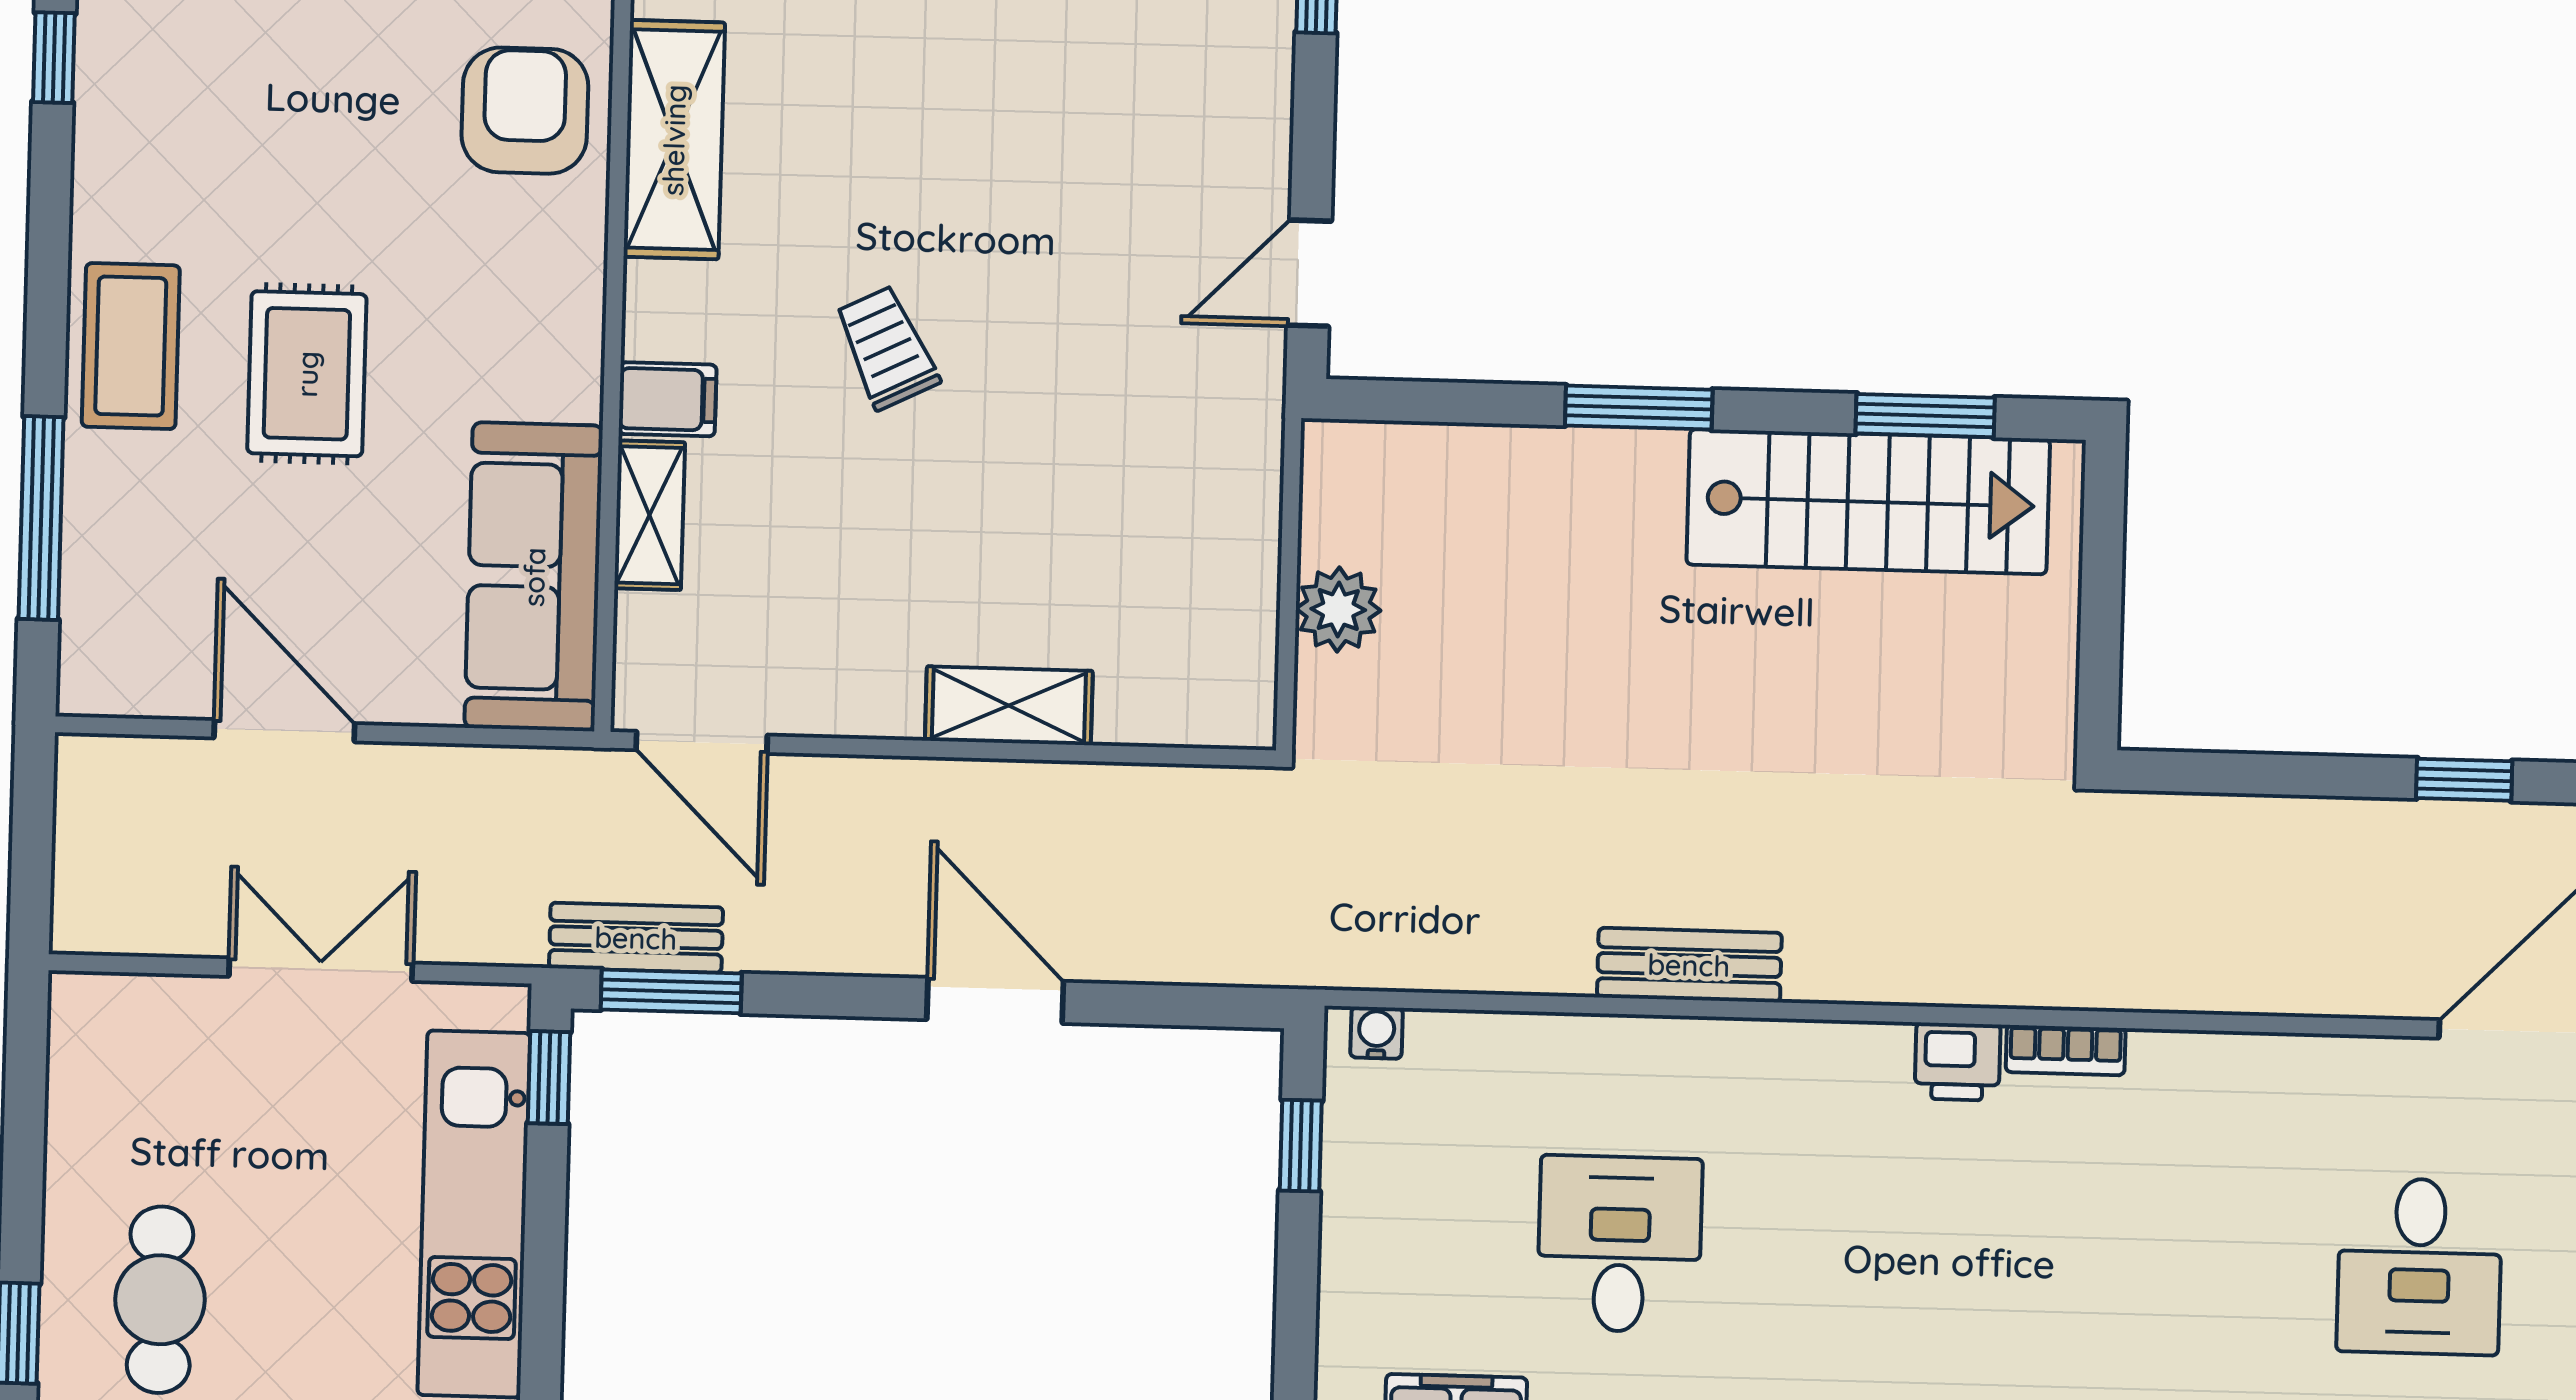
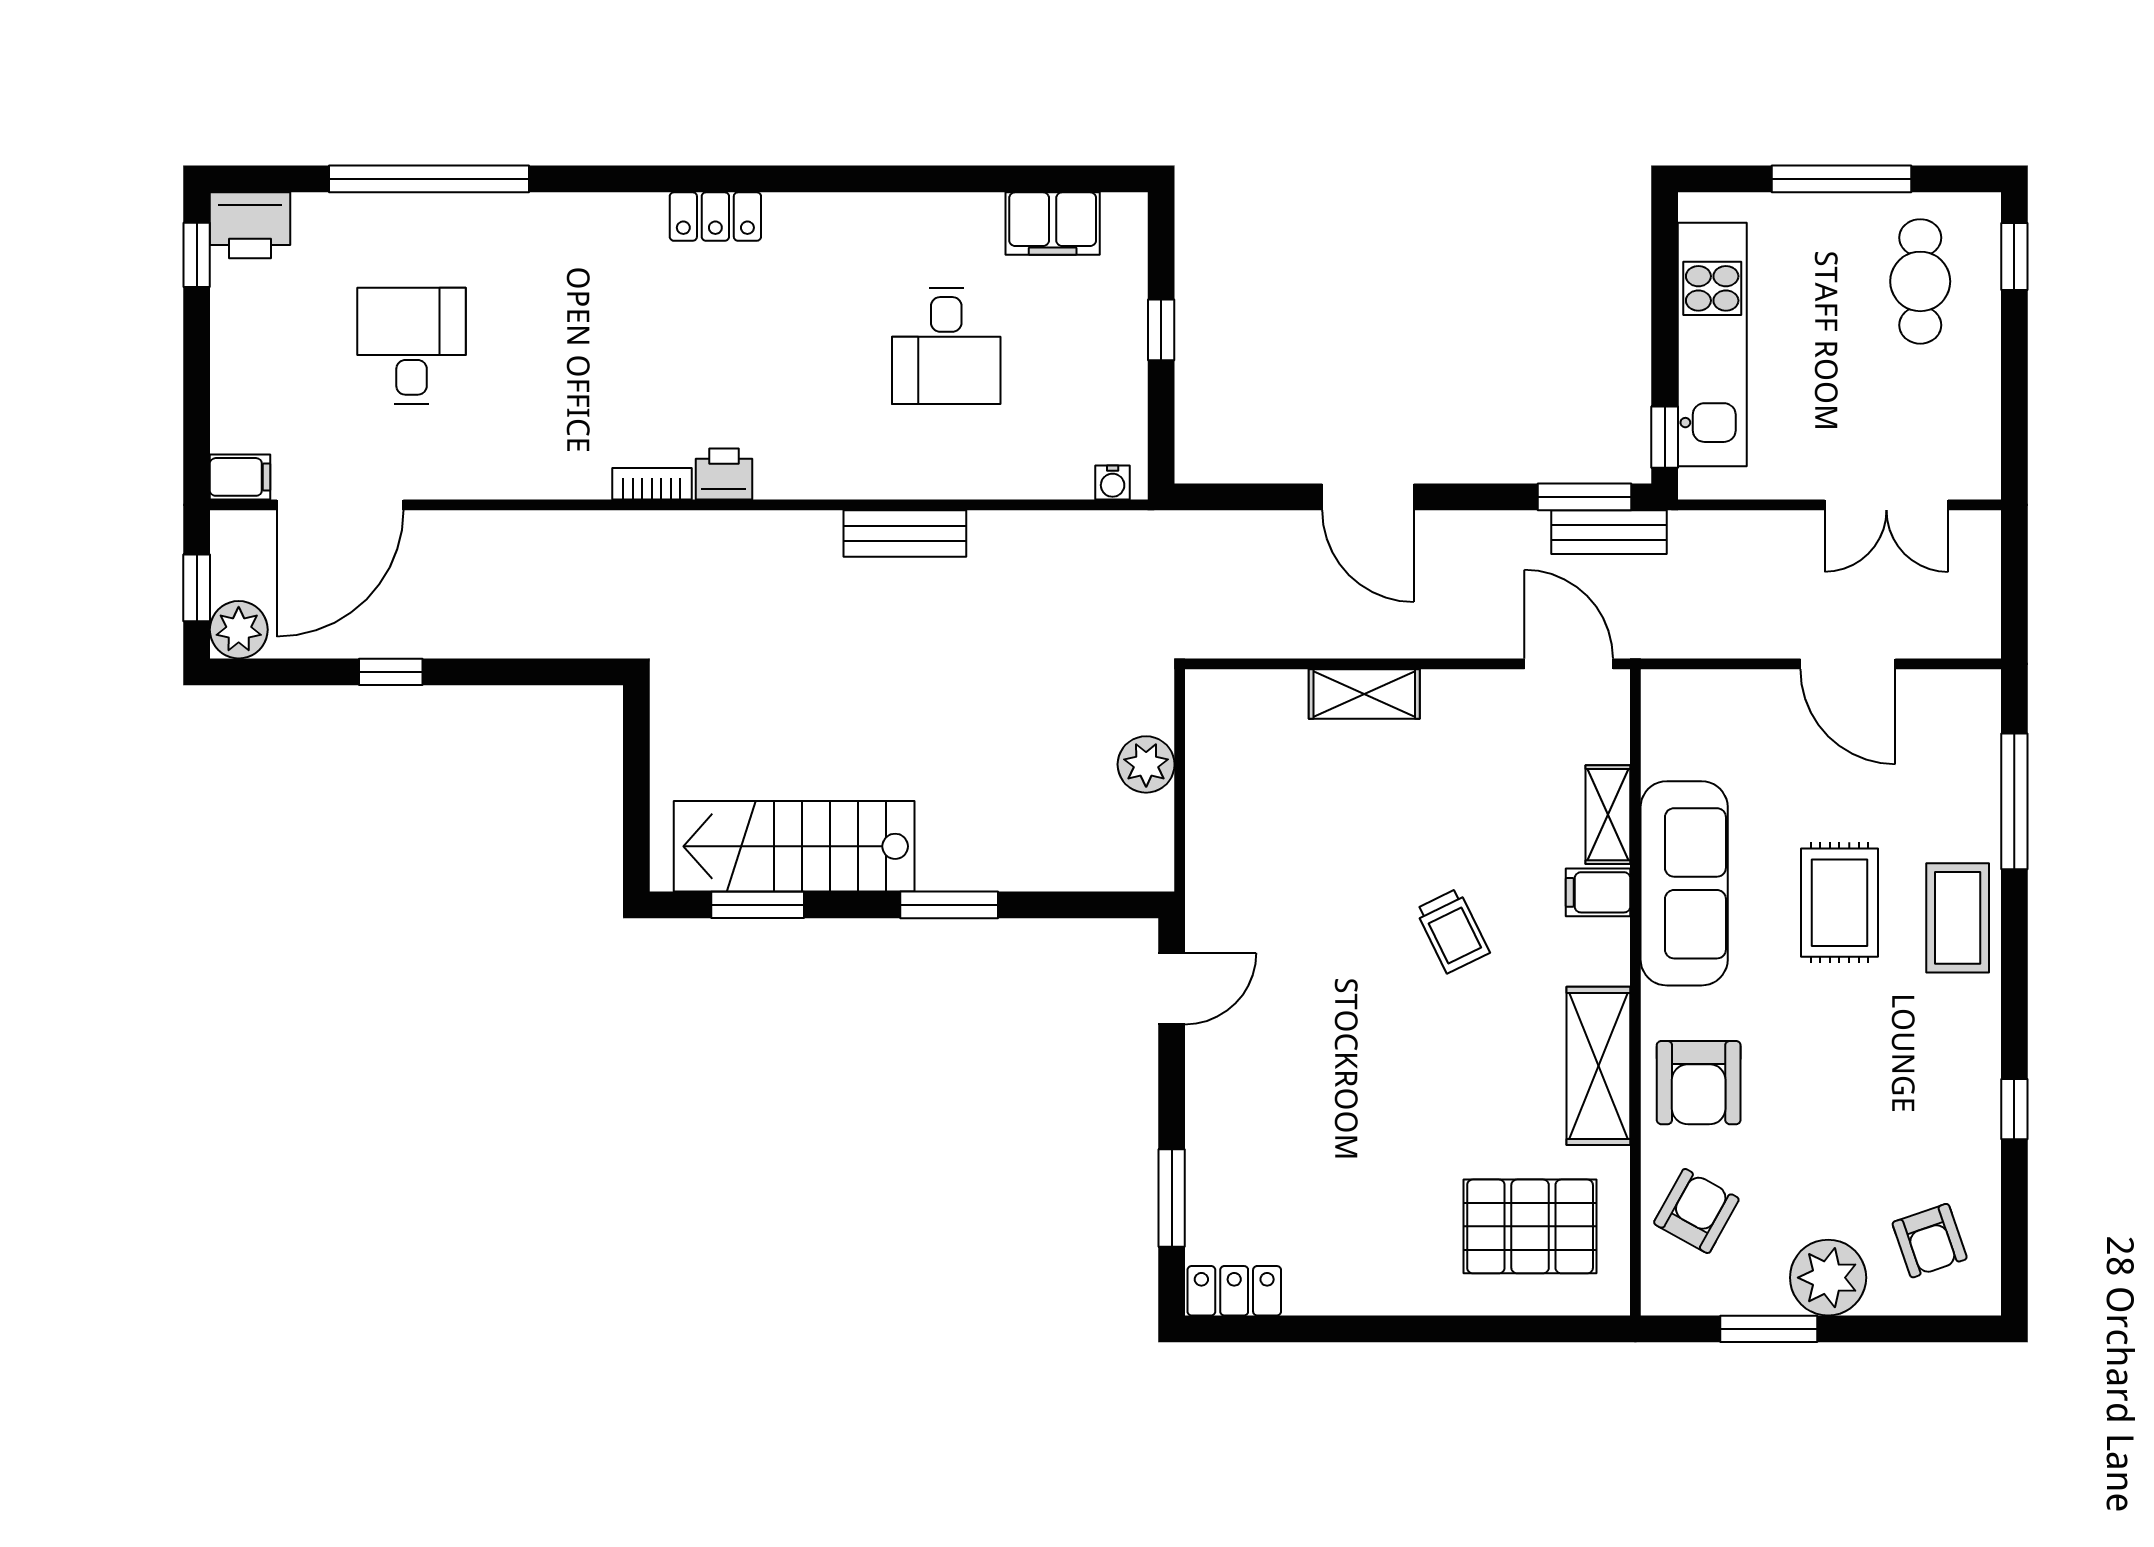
sofa: (534, 577) -> (1684, 883), moved
double door: (321, 970) -> (1886, 505), moved
window: (1301, 1146) -> (1161, 330), moved

